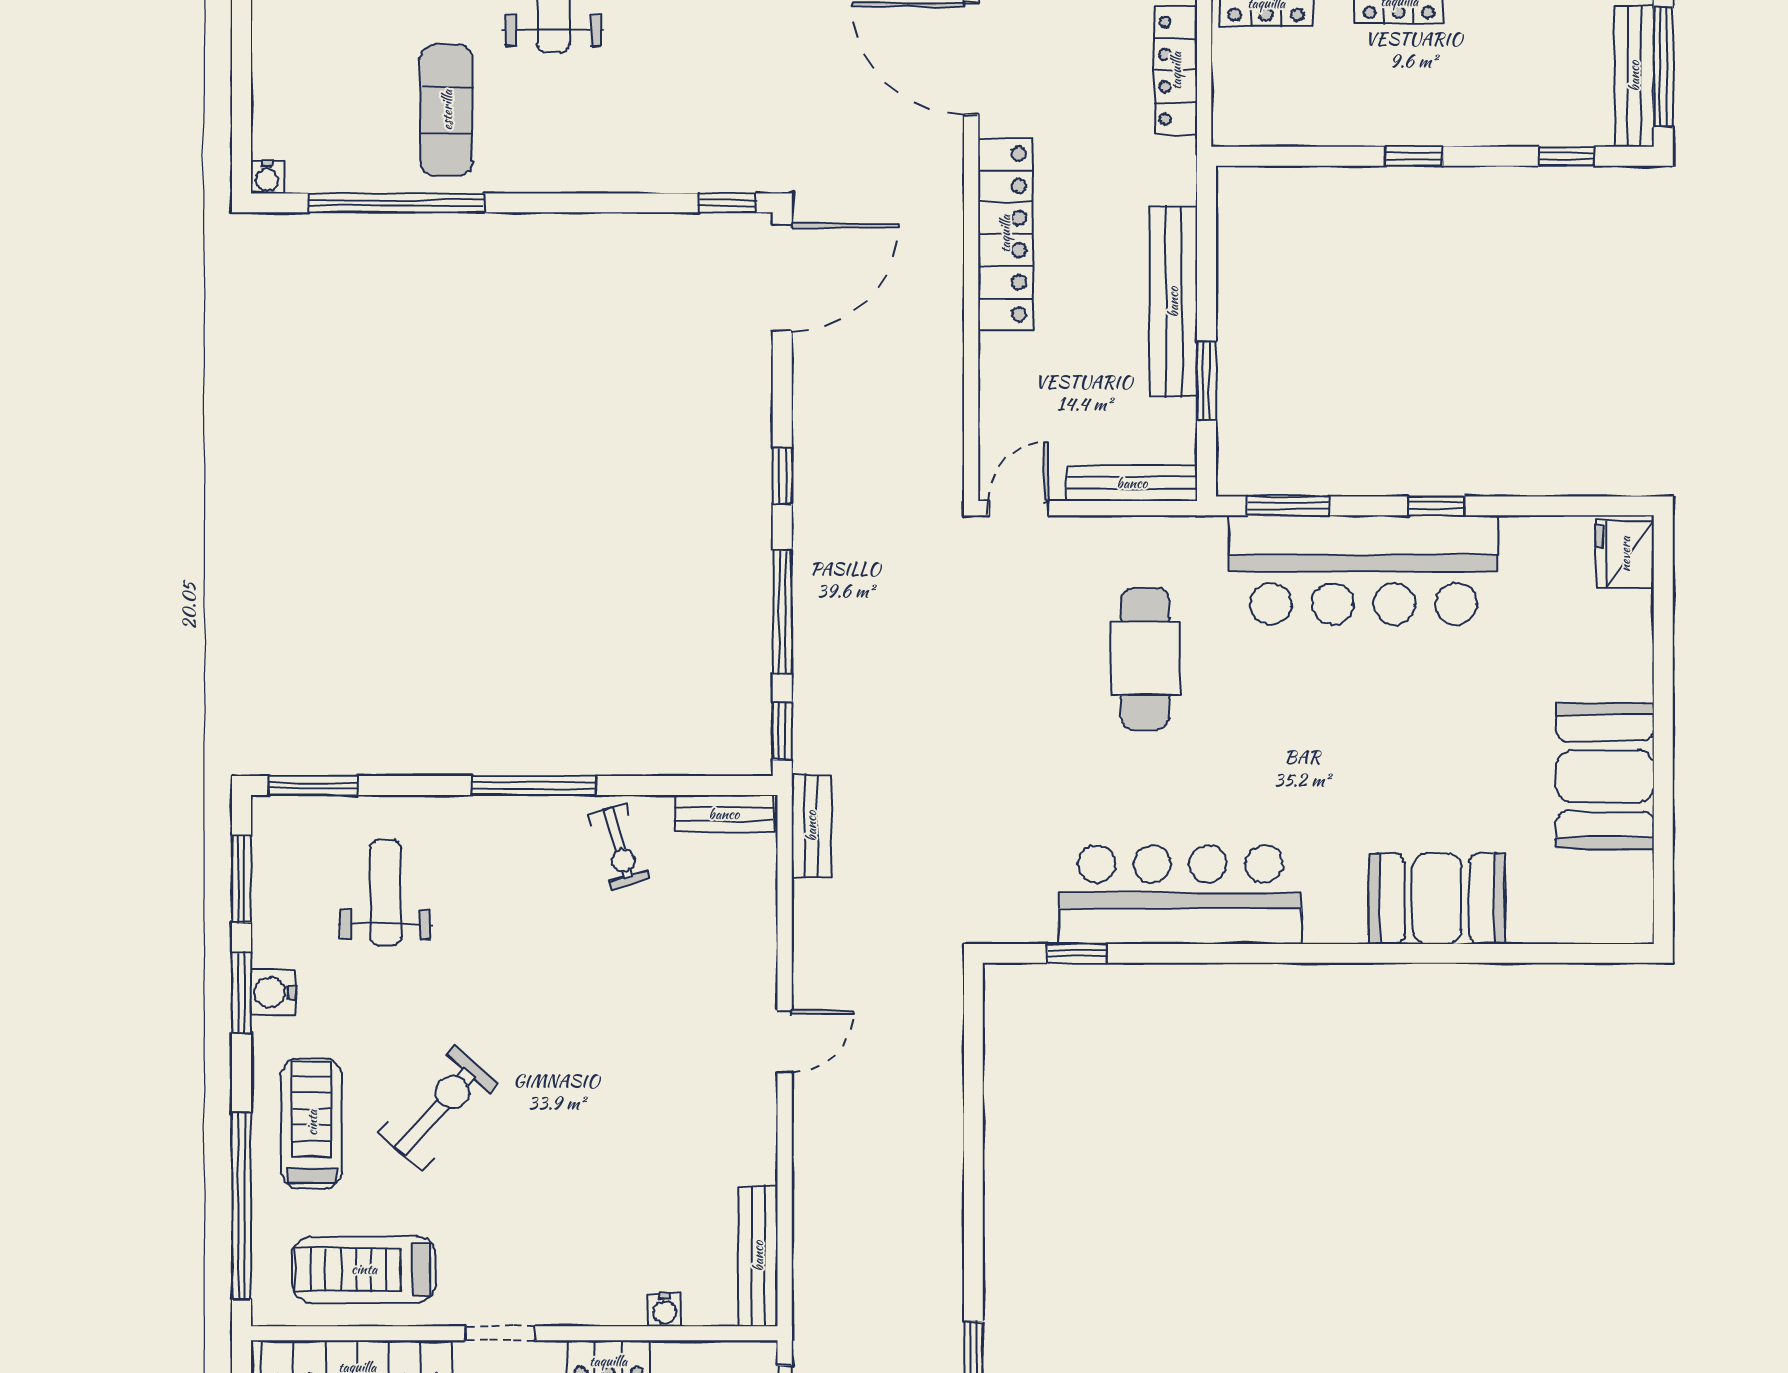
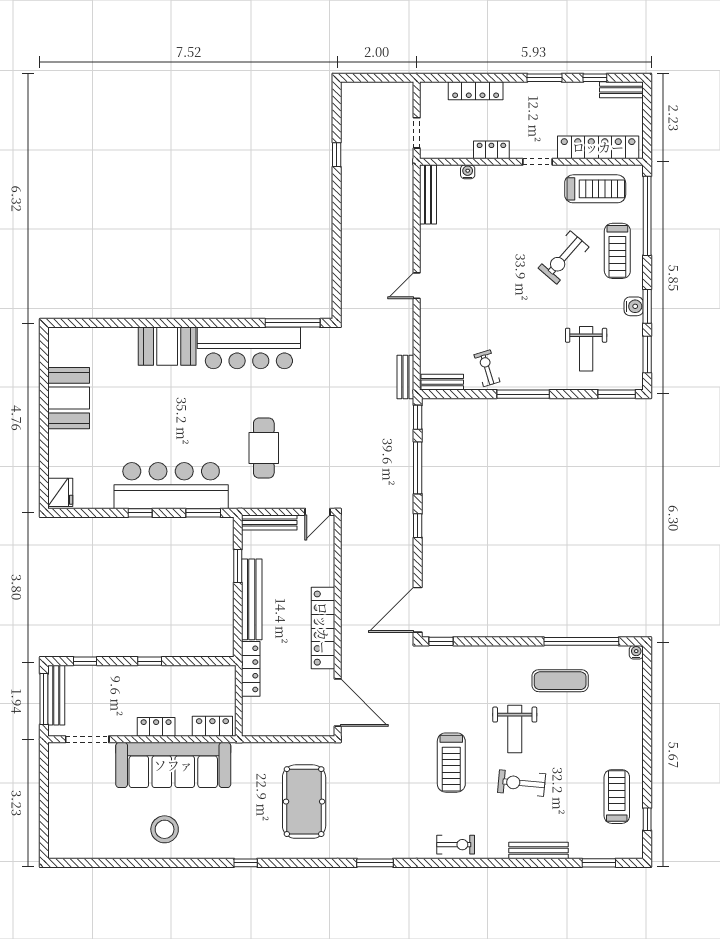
locker: (1176, 71) -> (251, 669), moved
exercise mat: (447, 110) -> (560, 681), turned 90
booth: (1437, 899) -> (167, 346), moved
window: (1077, 953) -> (293, 323), width x2.17

